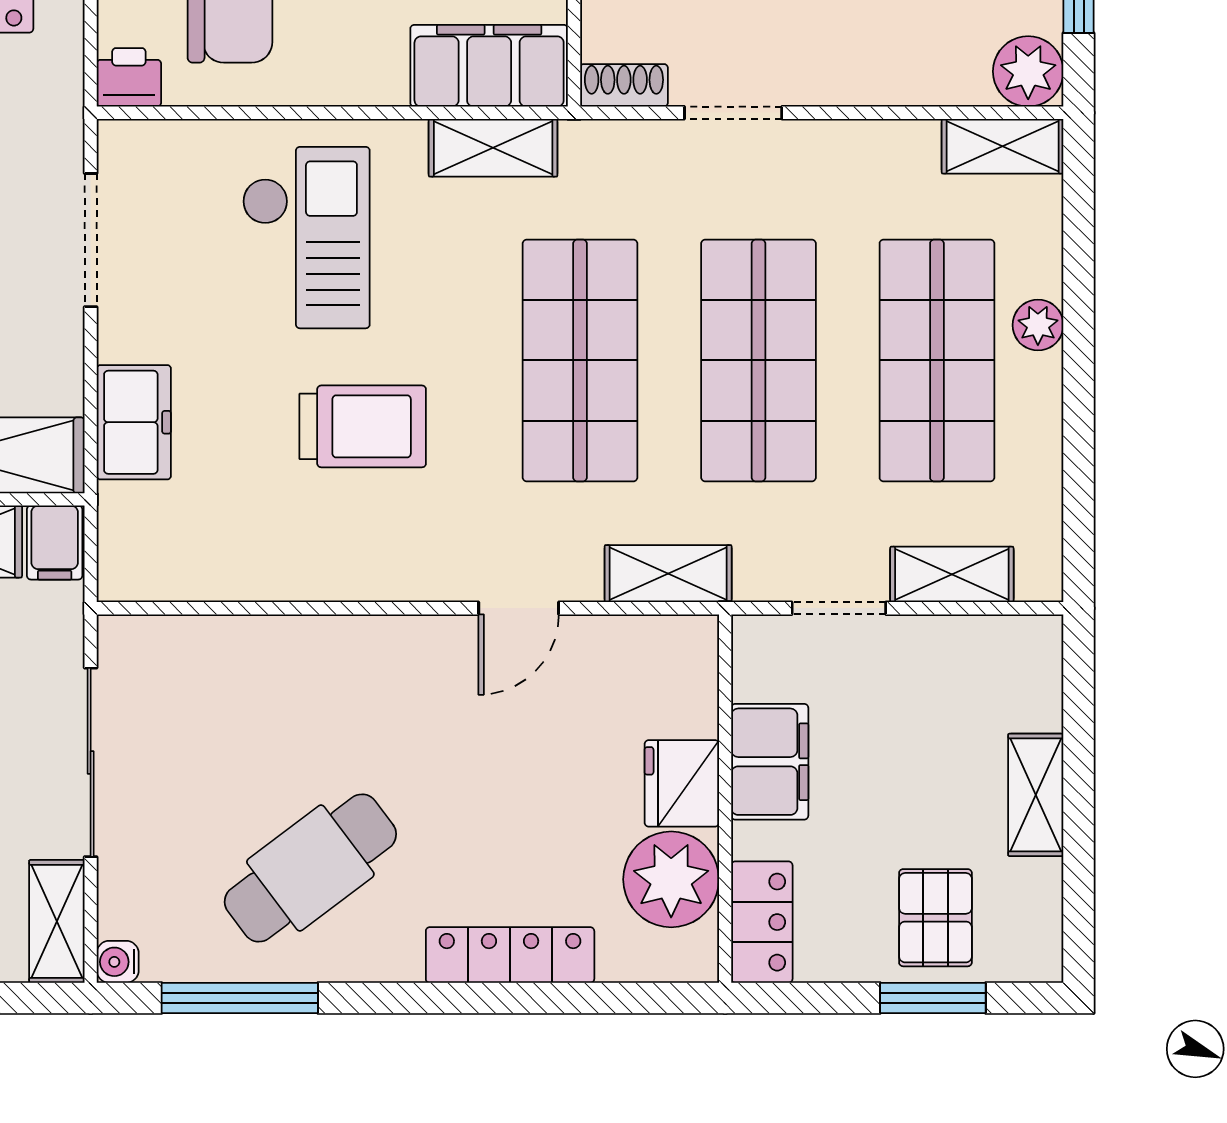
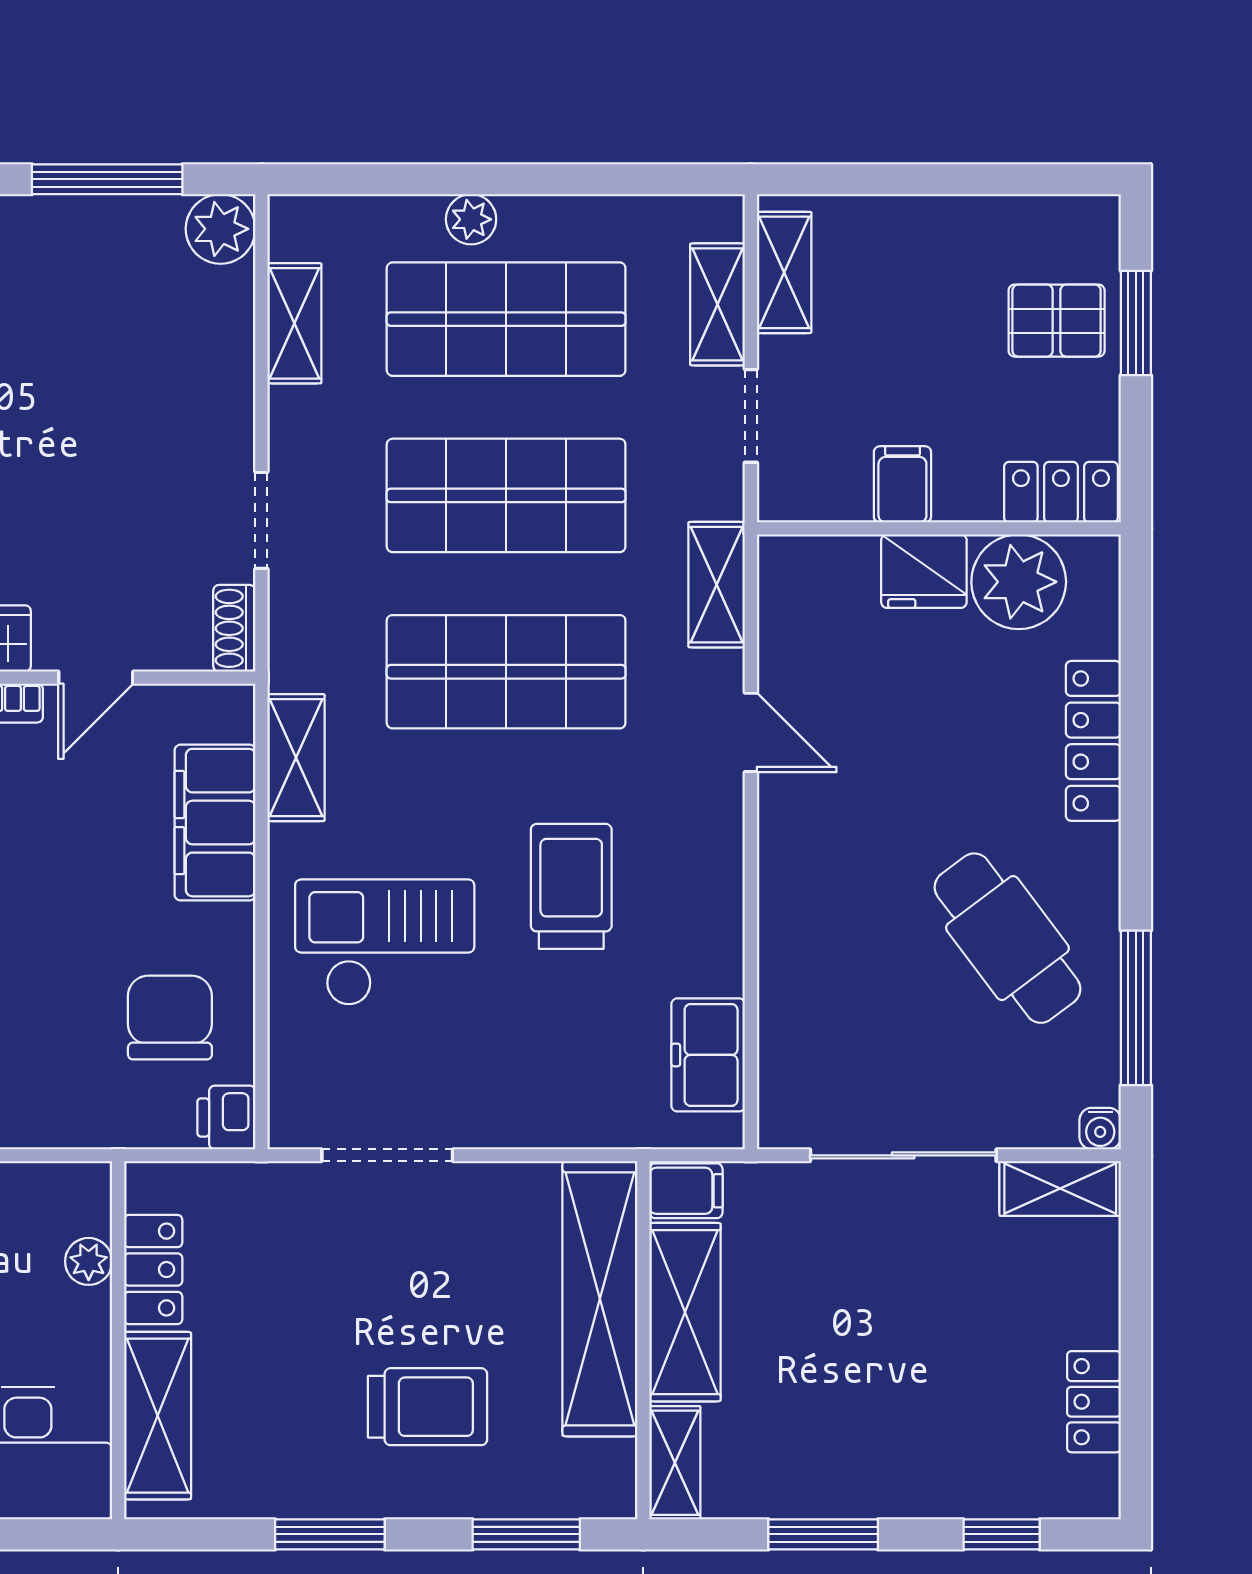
filing cabinet: (489, 66) -> (215, 823), moved
shelving: (1003, 146) -> (294, 323), moved
freezer: (134, 422) -> (708, 1055), moved, turned -90
filing cabinet: (770, 762) -> (902, 484), width x0.50
shelving: (1036, 795) -> (784, 272), moved, turned 90

